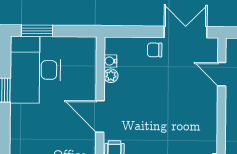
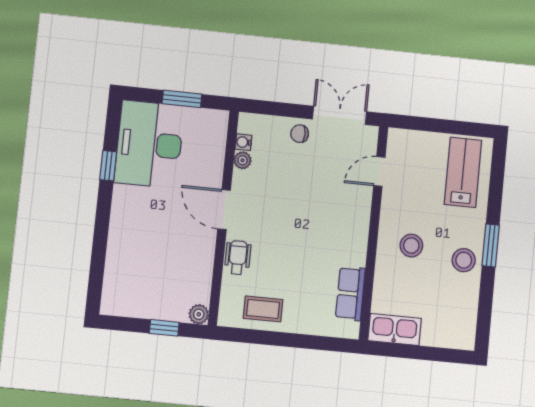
window: (37, 31) -> (182, 99), moved
door: (222, 74) -> (379, 171), hinge flipped

